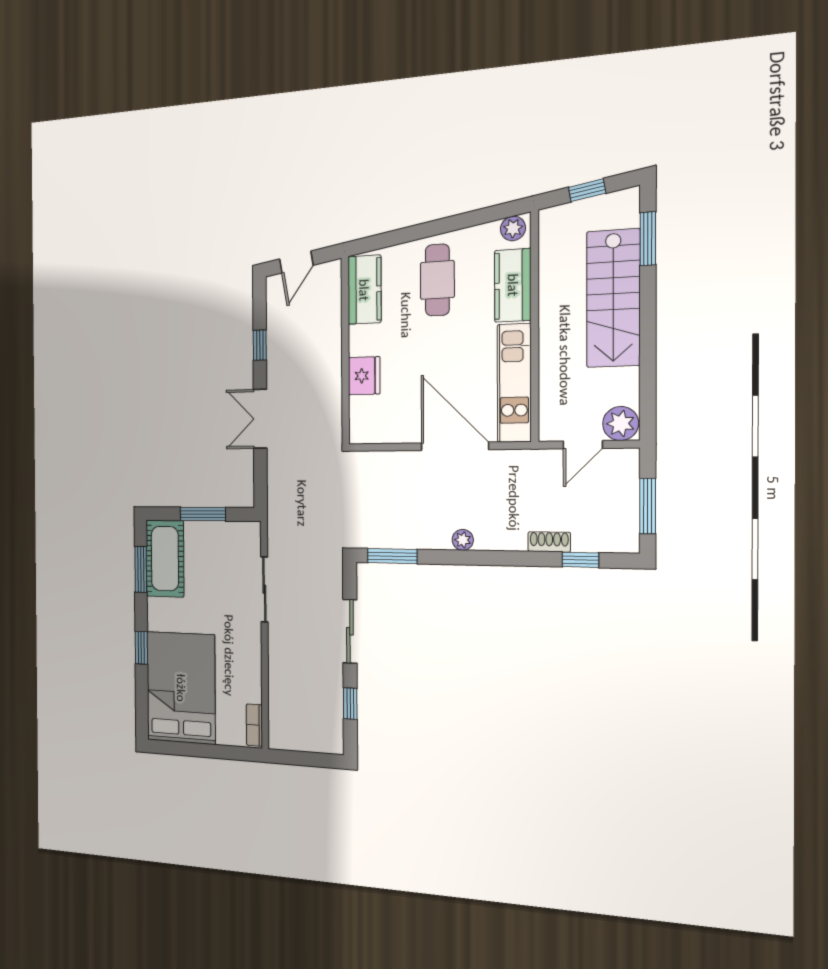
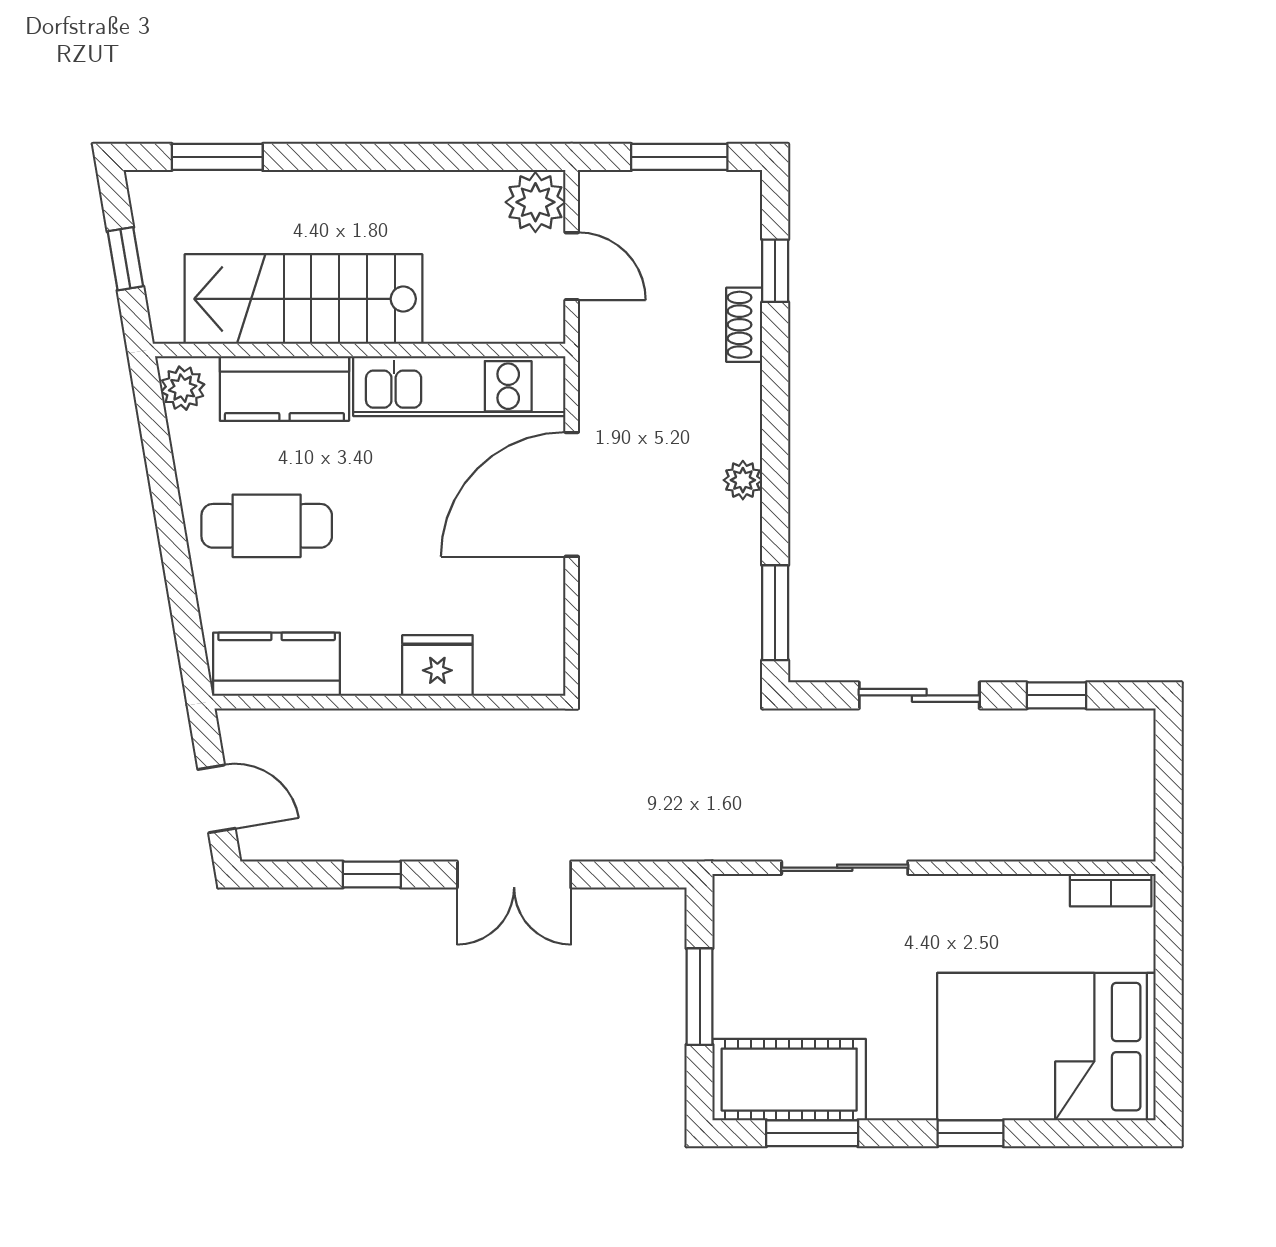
stairs: (613, 298) -> (303, 299), moved, turned 180

